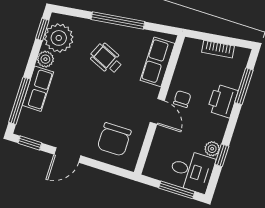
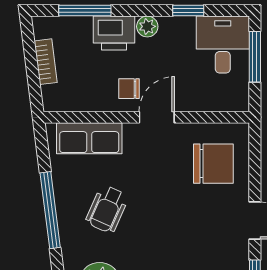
plant: (212, 149) -> (147, 26), moved

